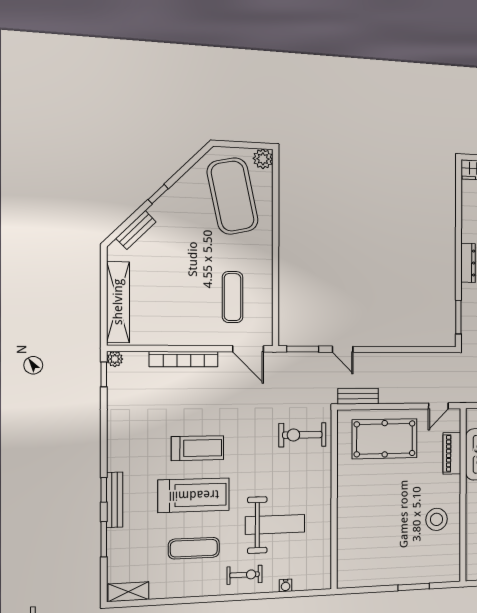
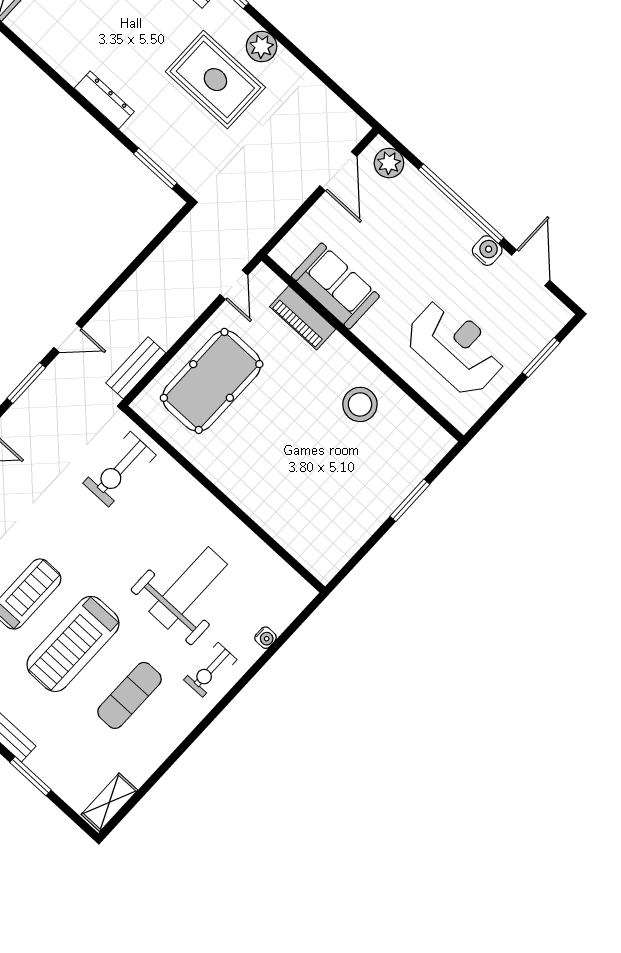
treadmill: (194, 495) -> (73, 644), turned 180
exercise bike: (245, 575) -> (210, 670), turned 180

